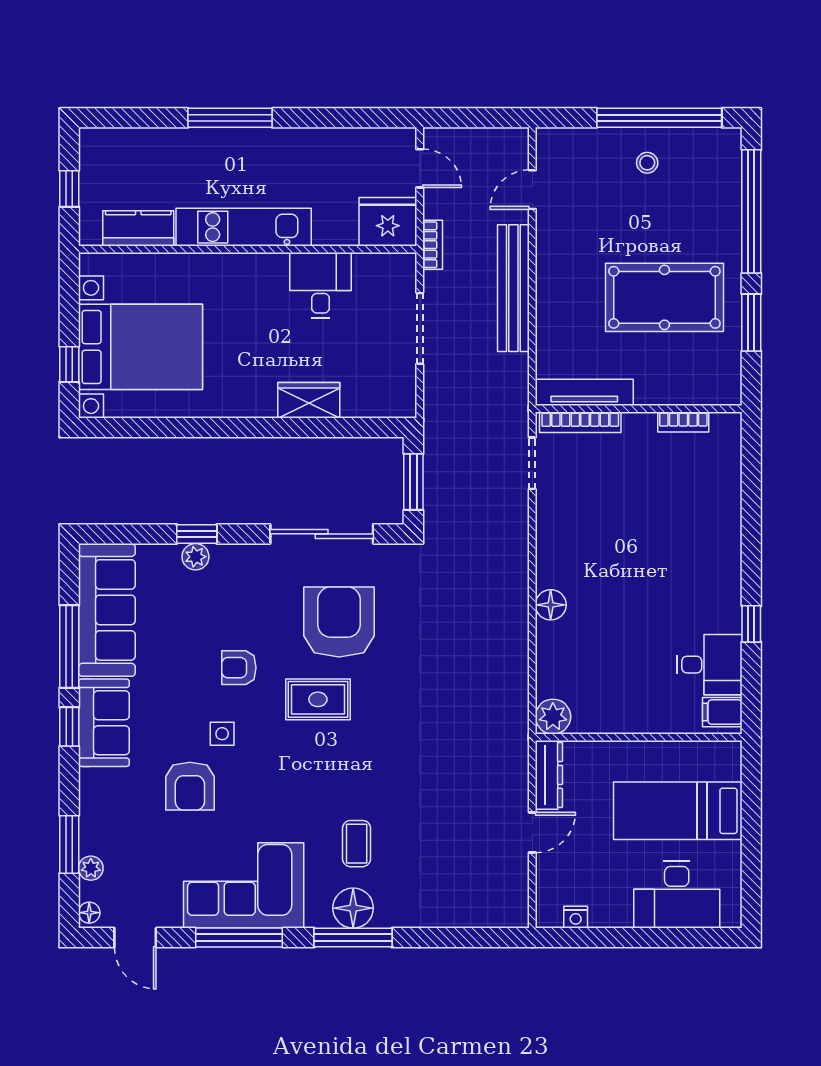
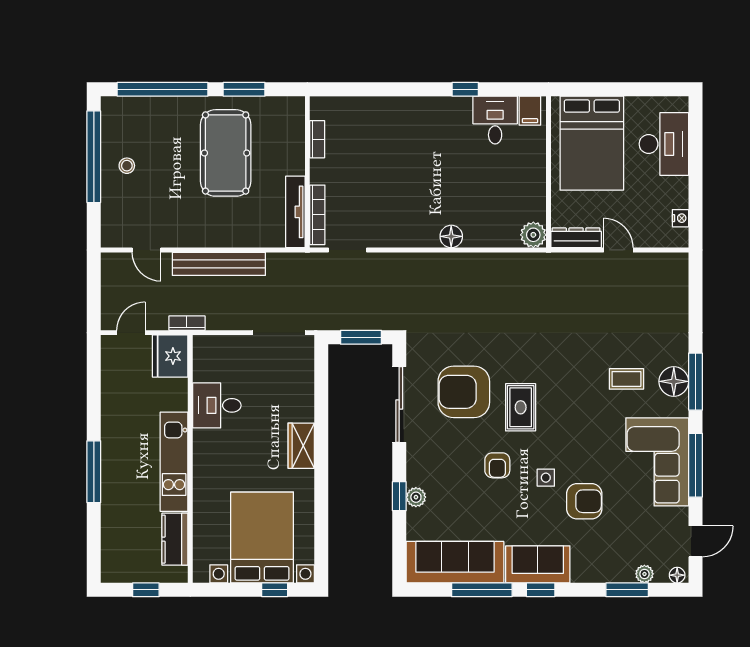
doorway: (420, 328) -> (279, 333), moved
wardrobe: (309, 400) -> (301, 446), moved
bed: (678, 811) -> (592, 143), width x1.50

